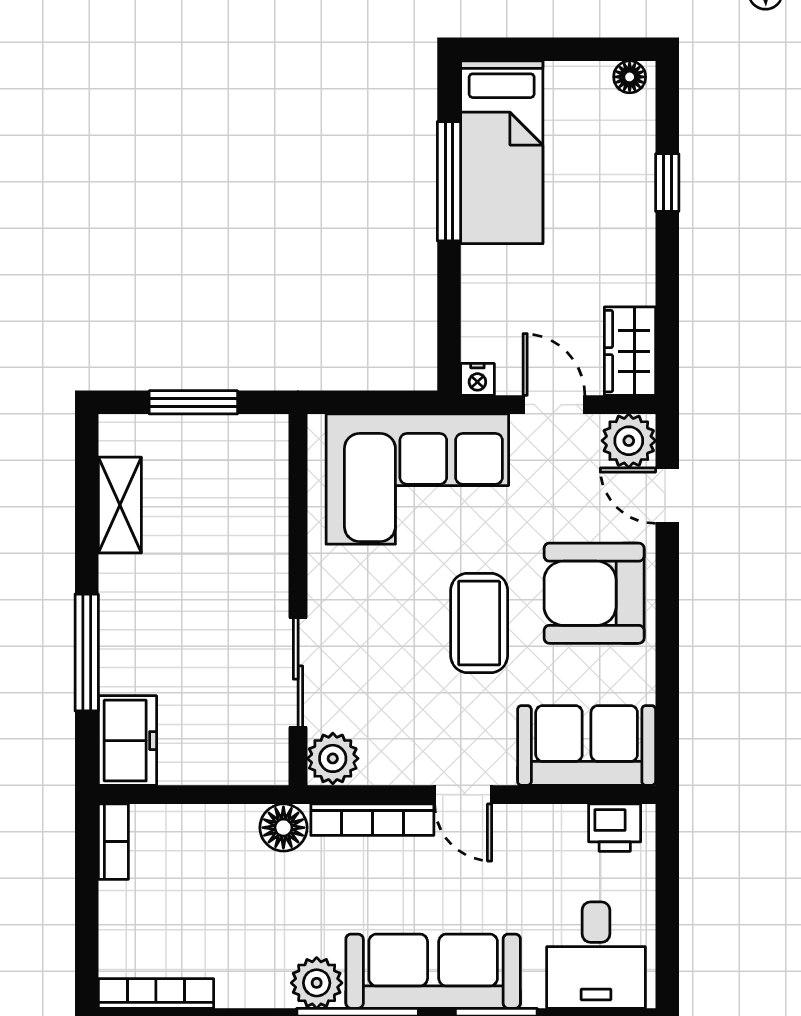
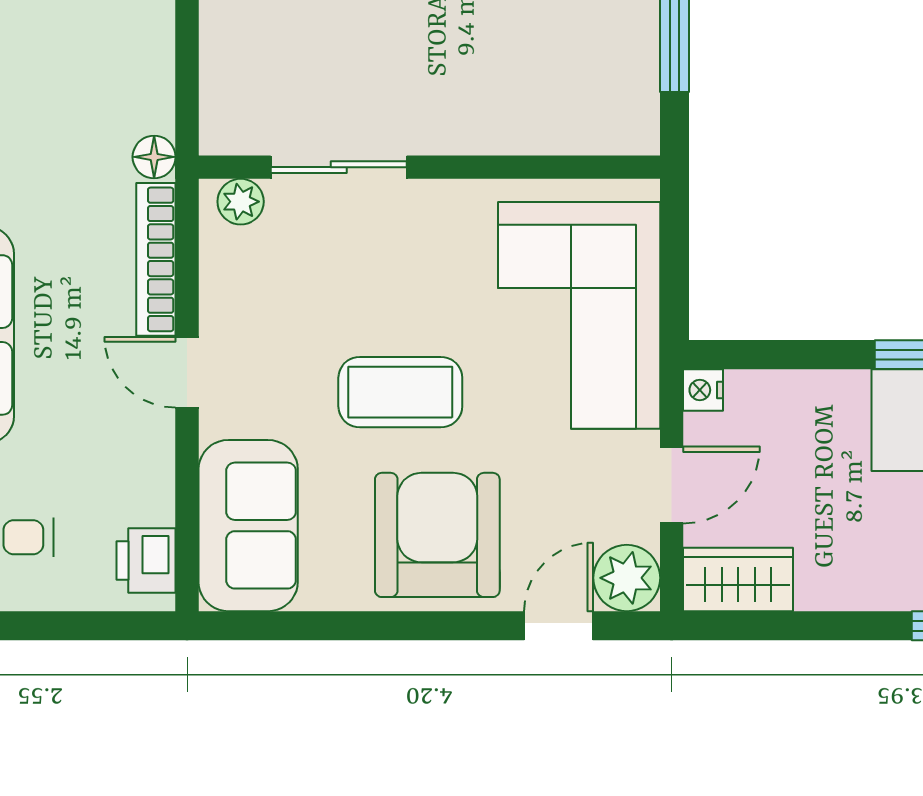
plant: (333, 758) -> (241, 202), width x0.73, depth x0.73
door: (463, 795) -> (187, 372), hinge flipped
floor lamp: (283, 828) -> (154, 157), width x0.73, depth x0.73

